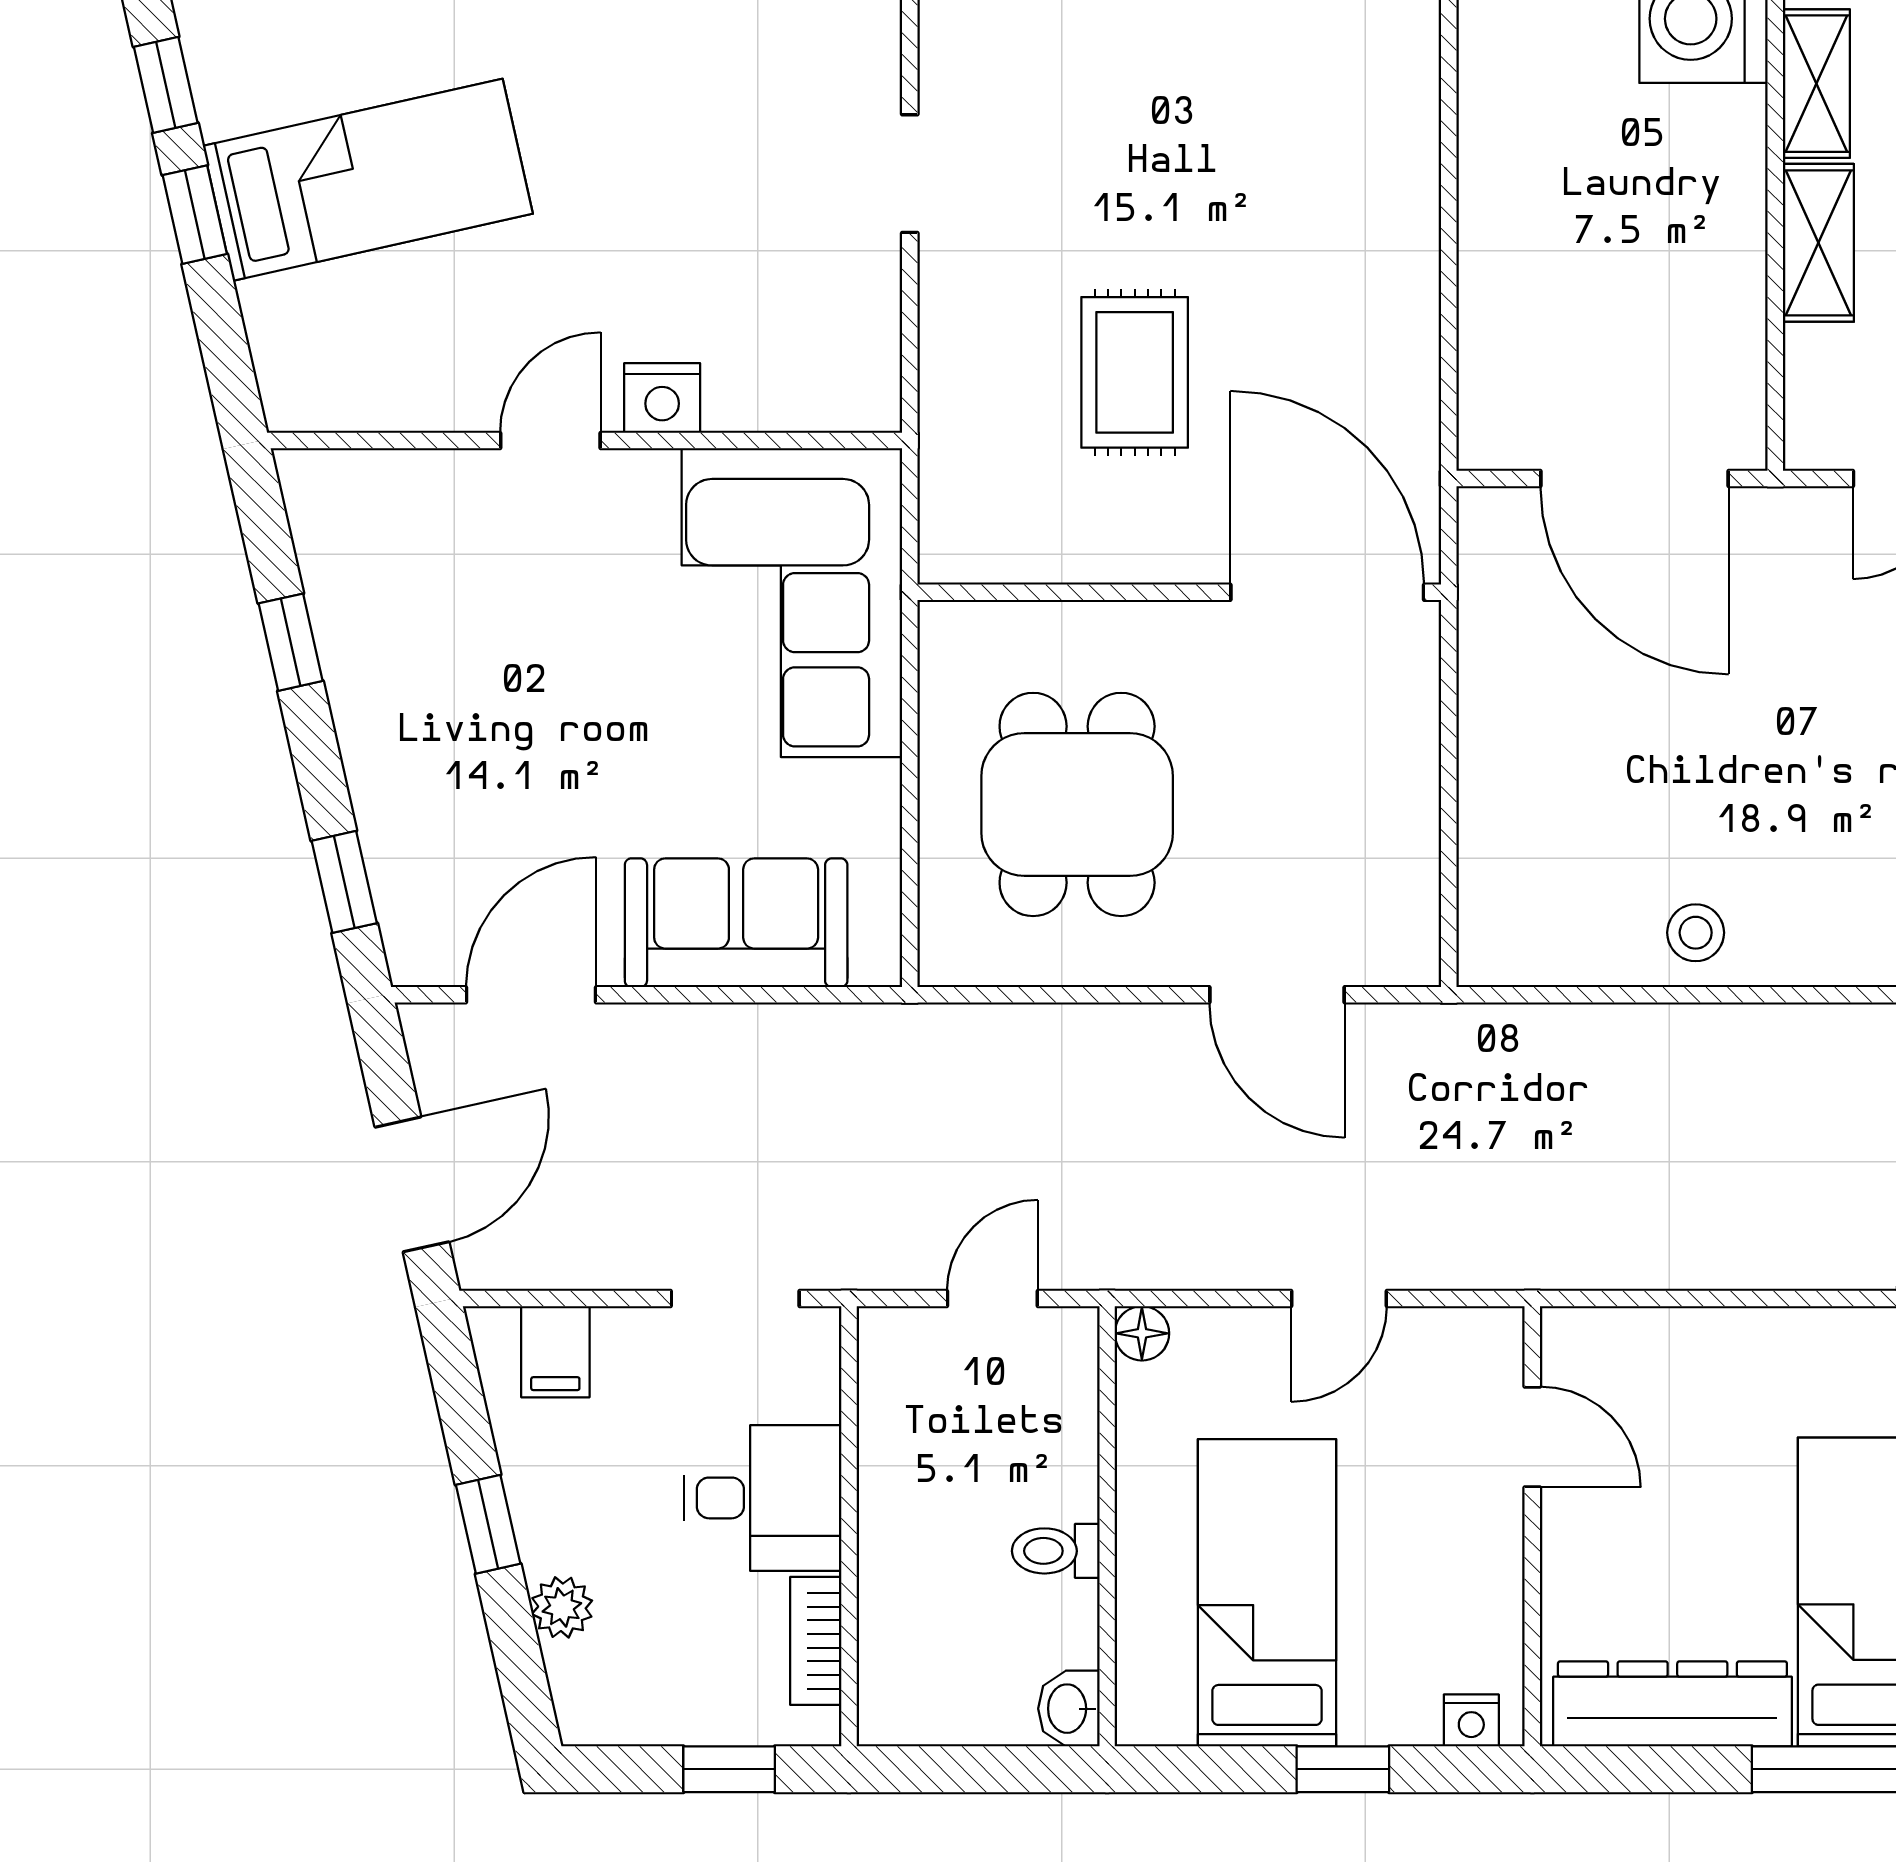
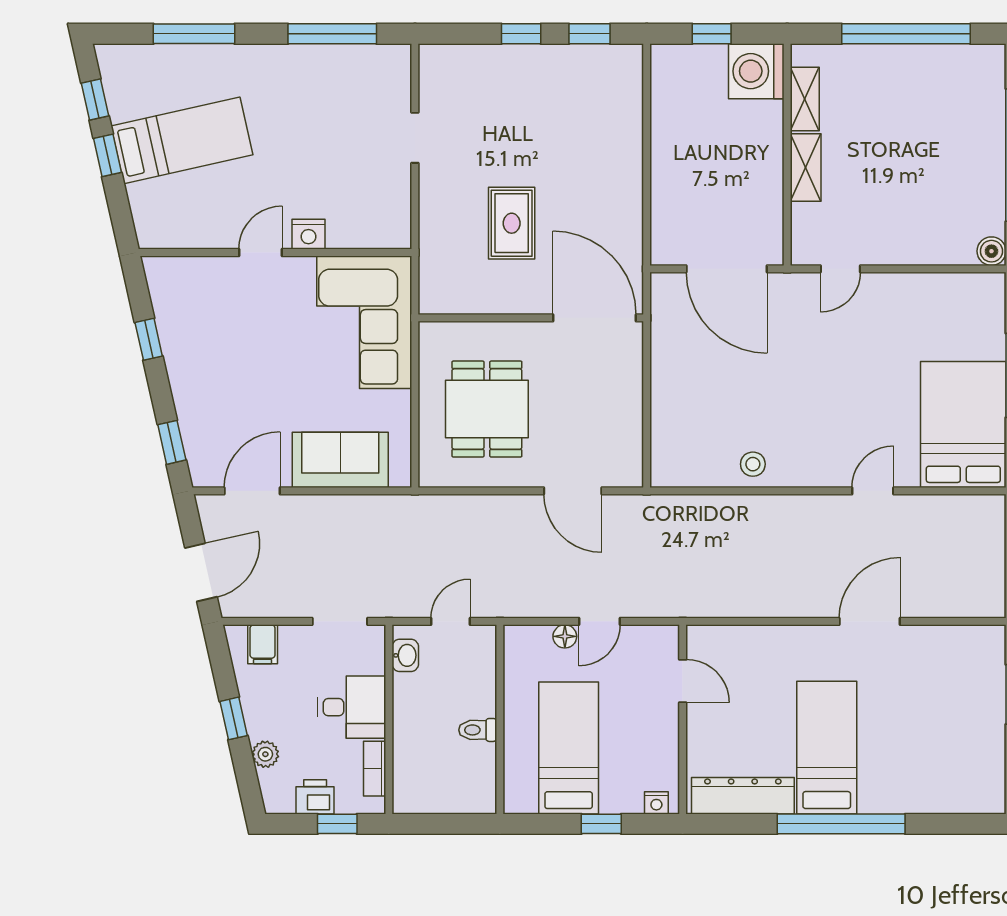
floor lamp: (1142, 1333) -> (565, 636), moved
printer: (678, 1707) -> (315, 797), added
washbasin: (1069, 1709) -> (405, 655), moved, turned 180

